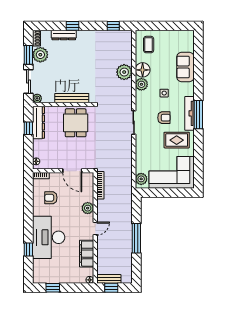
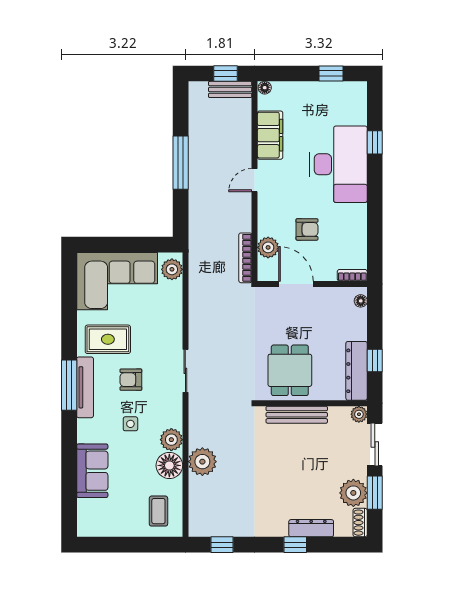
armchair: (51, 198) -> (307, 229), moved
plant: (88, 208) -> (268, 247), moved

